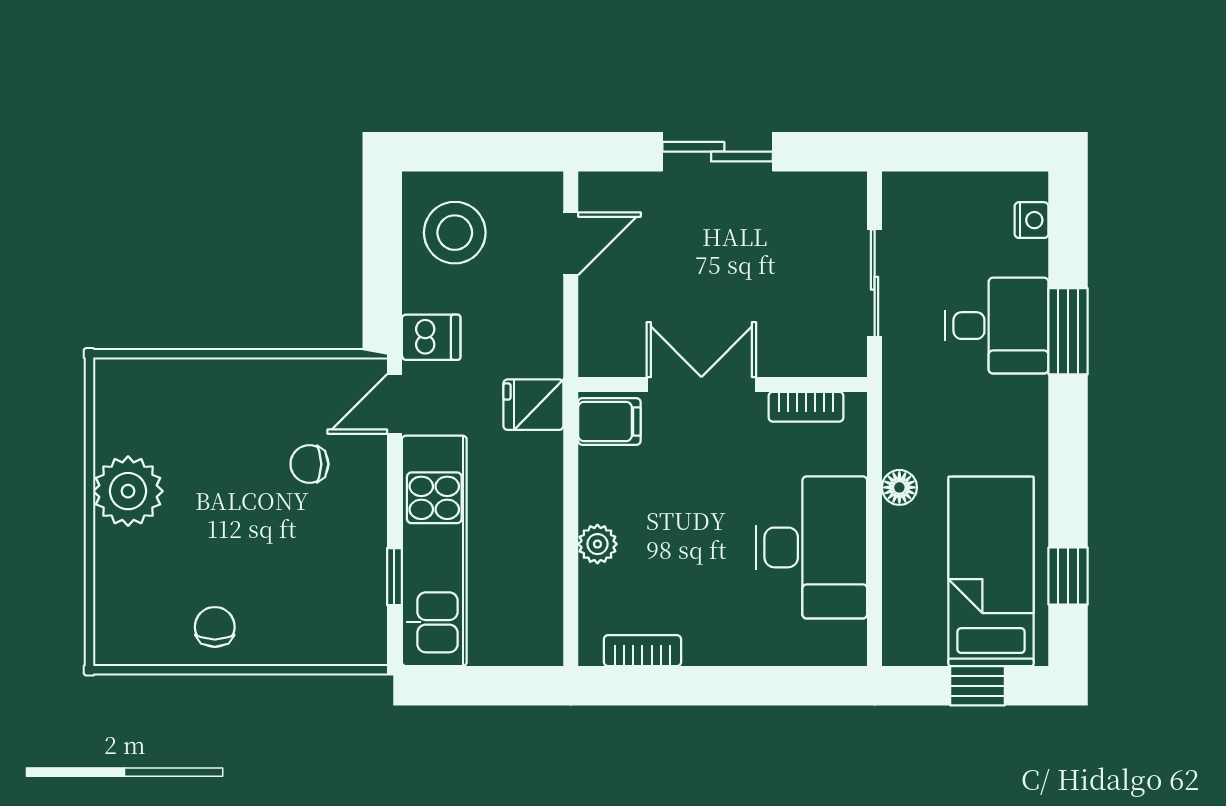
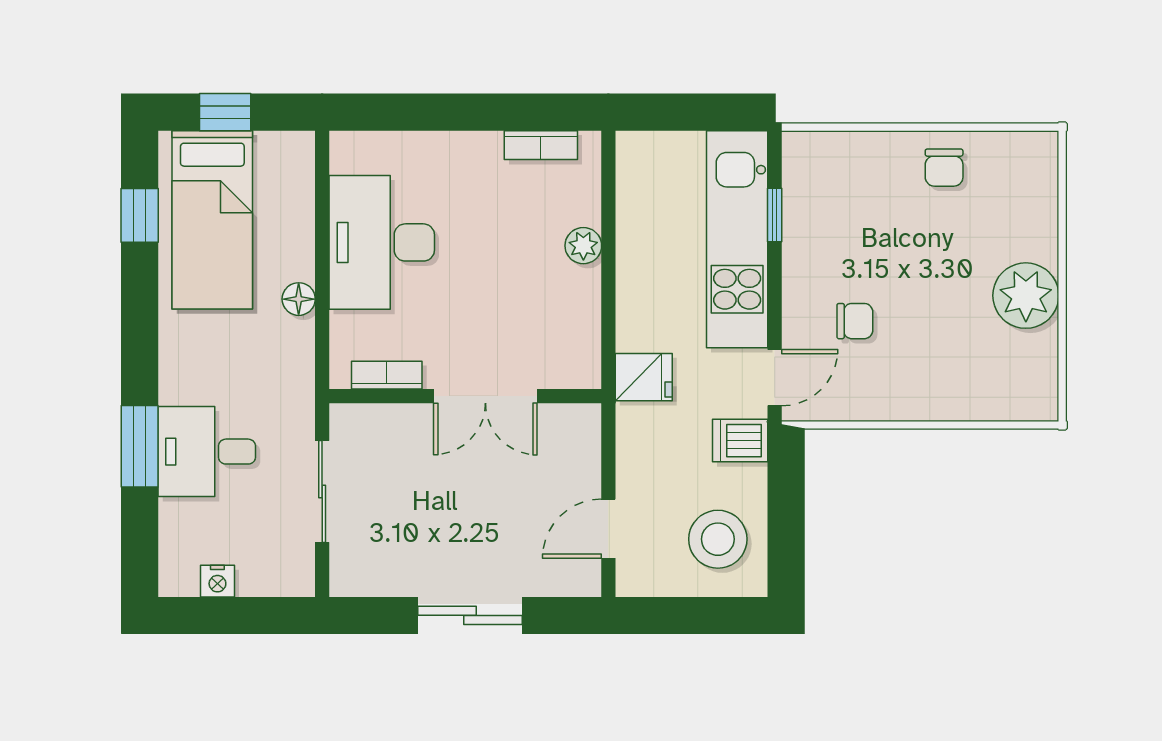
nightstand: (1032, 220) -> (217, 581), moved, turned -90
filing cabinet: (609, 421) -> (572, 361), removed

